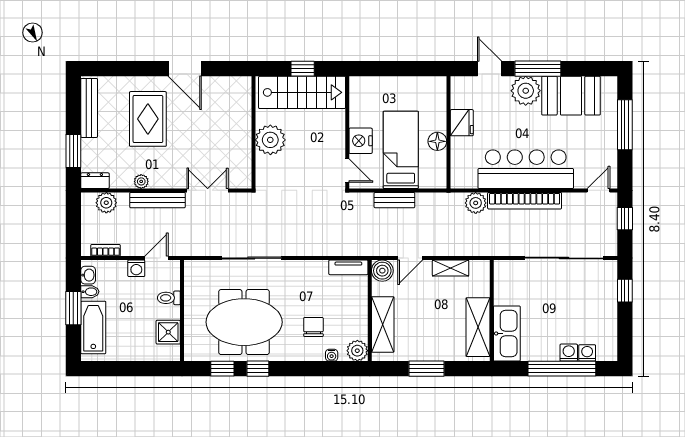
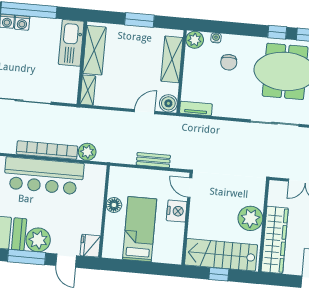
wardrobe: (238, 116) -> (275, 240), added
fridge: (462, 123) -> (90, 246), moved
bed: (401, 150) -> (140, 229), moved, turned 180
shelving: (451, 268) -> (88, 90), moved, turned 90

